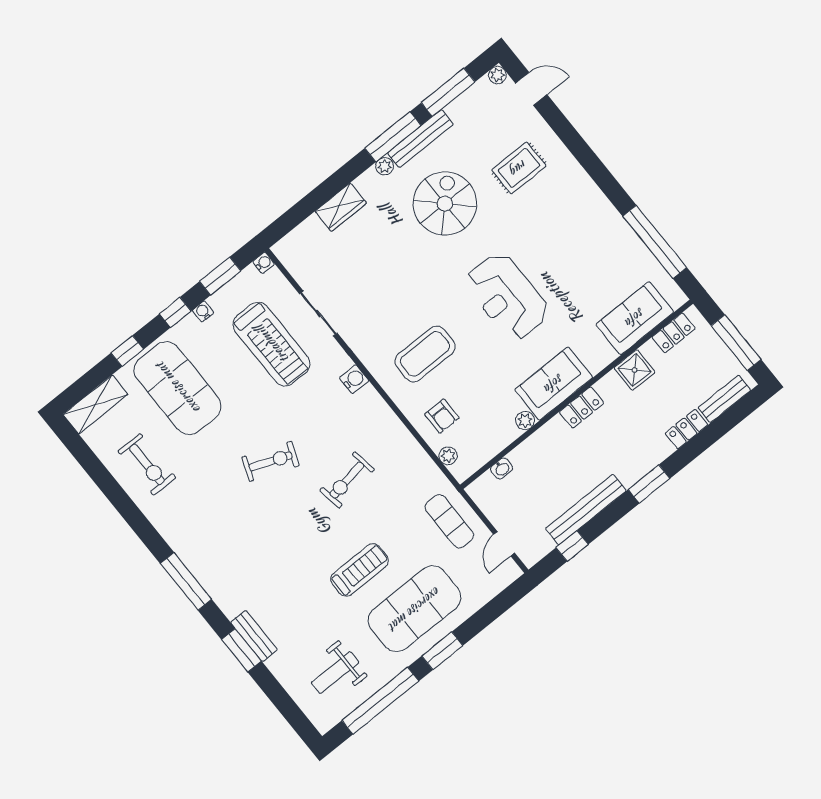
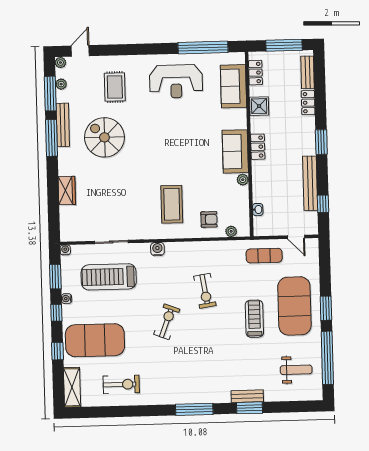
plant: (385, 166) -> (61, 84), moved
reception desk: (507, 297) -> (176, 81), moved
treadmill: (272, 344) -> (109, 277), turned 180
weight bench: (335, 673) -> (296, 370), turned -90

